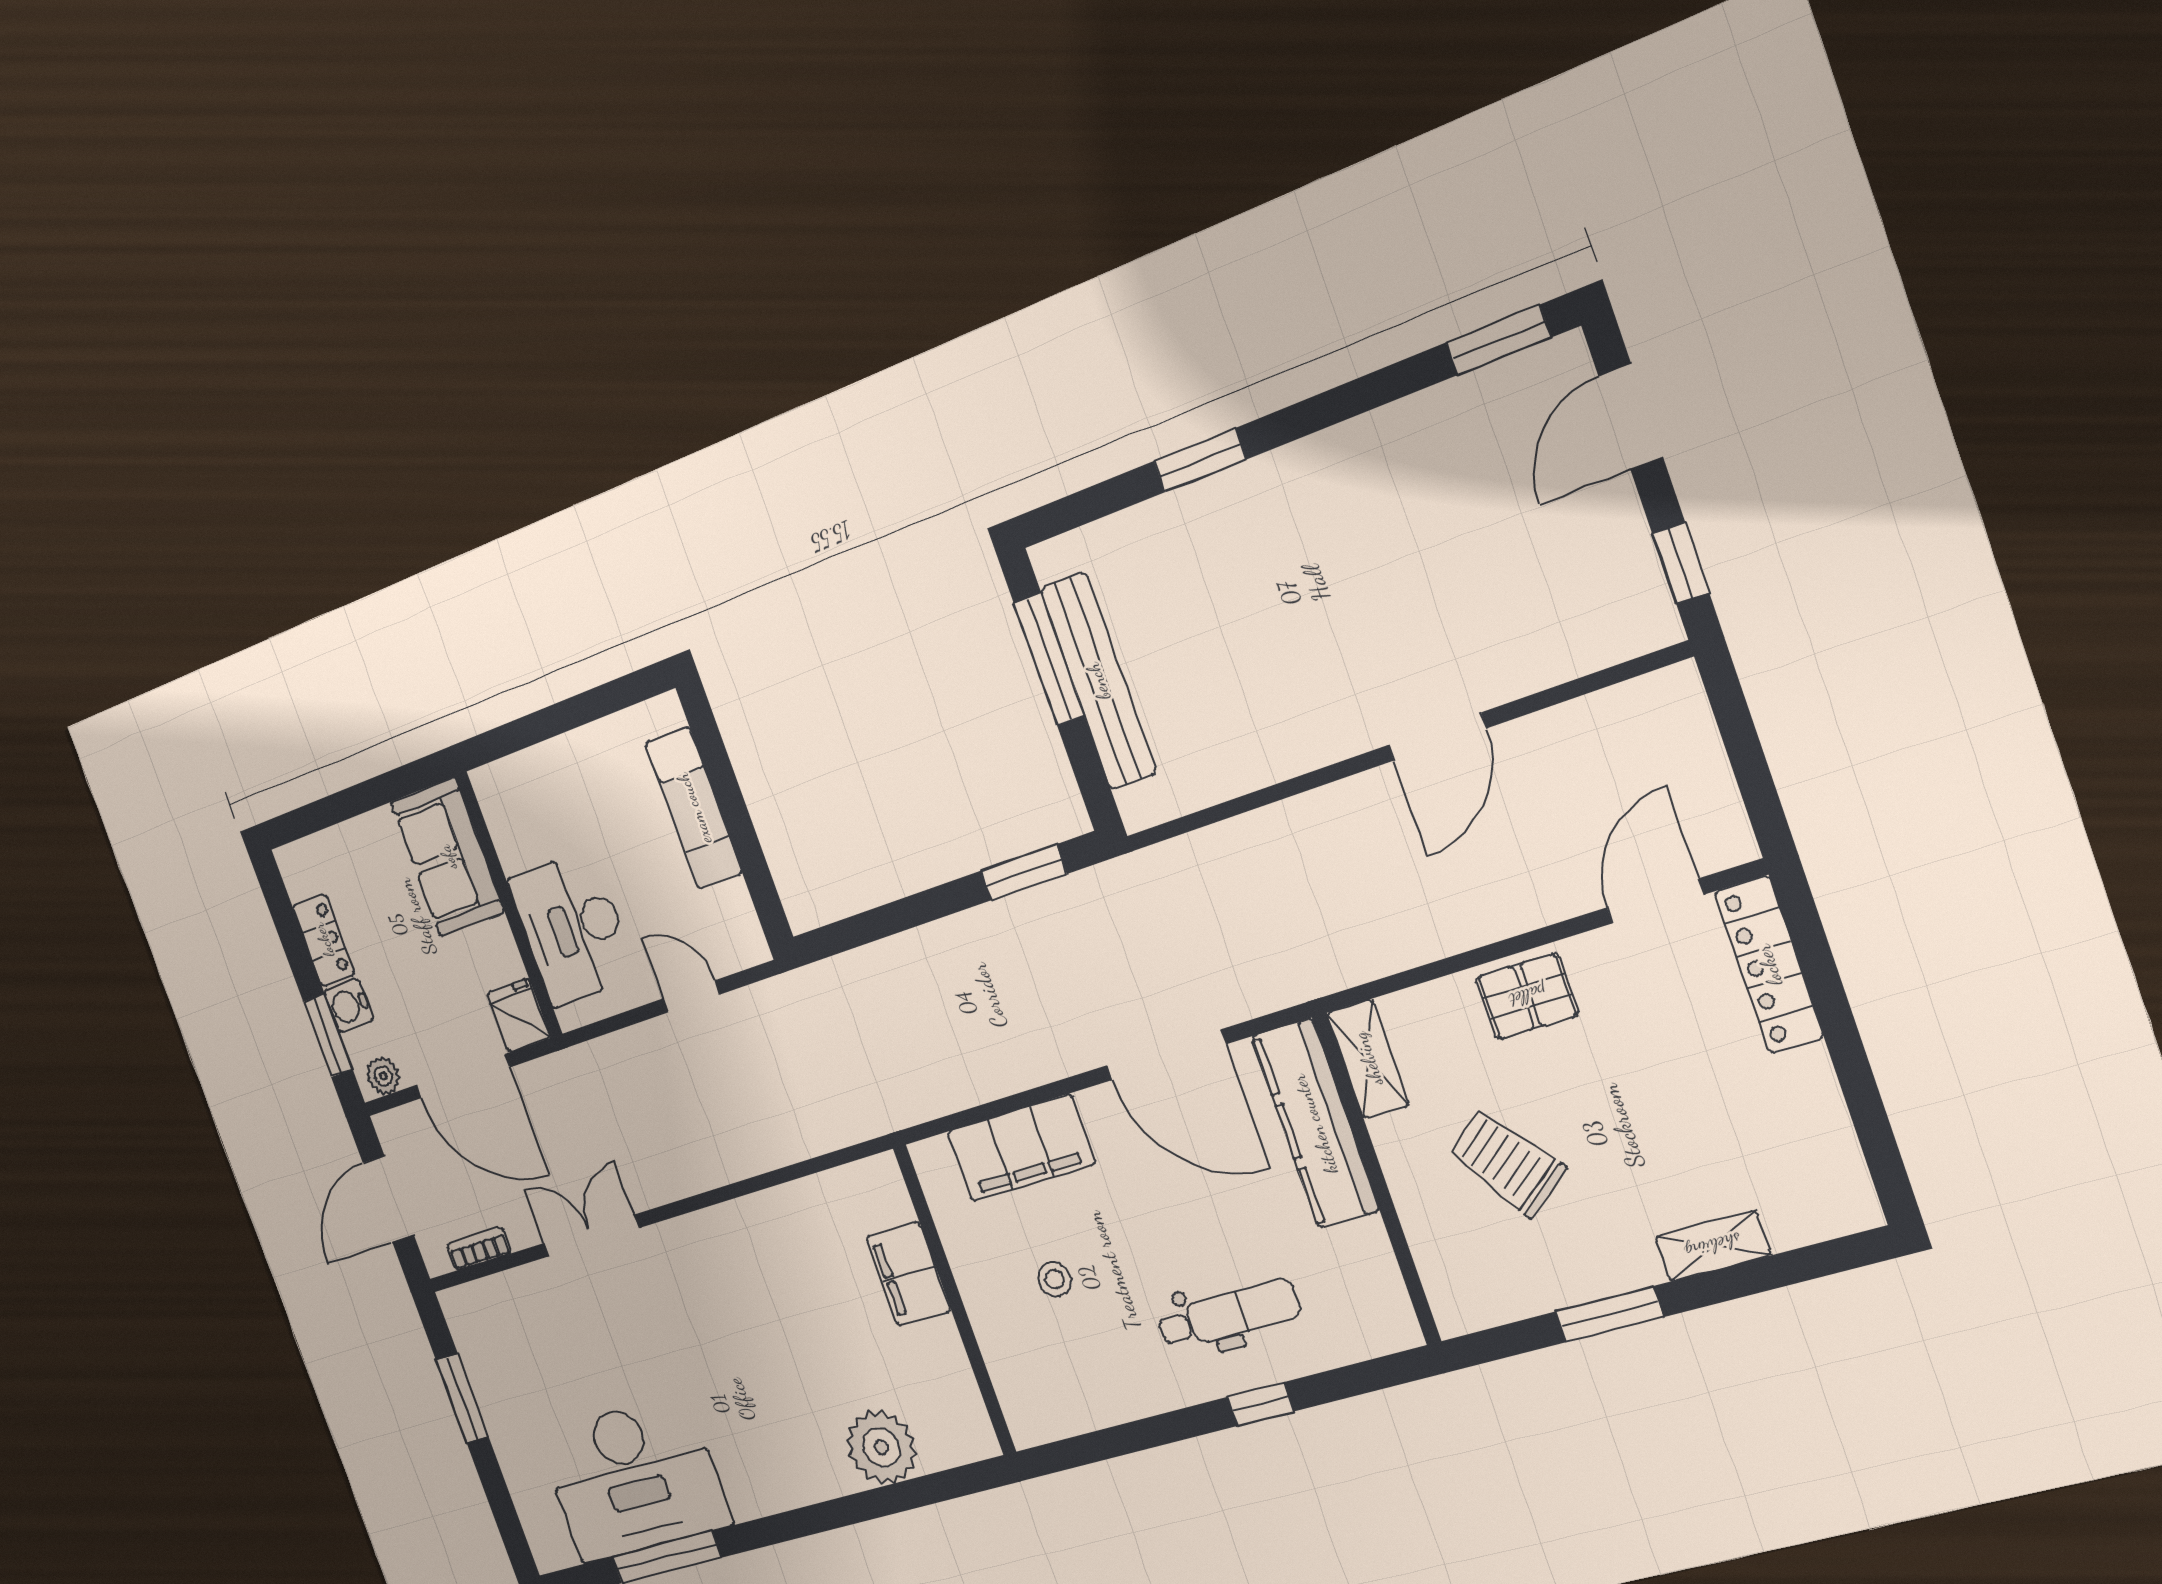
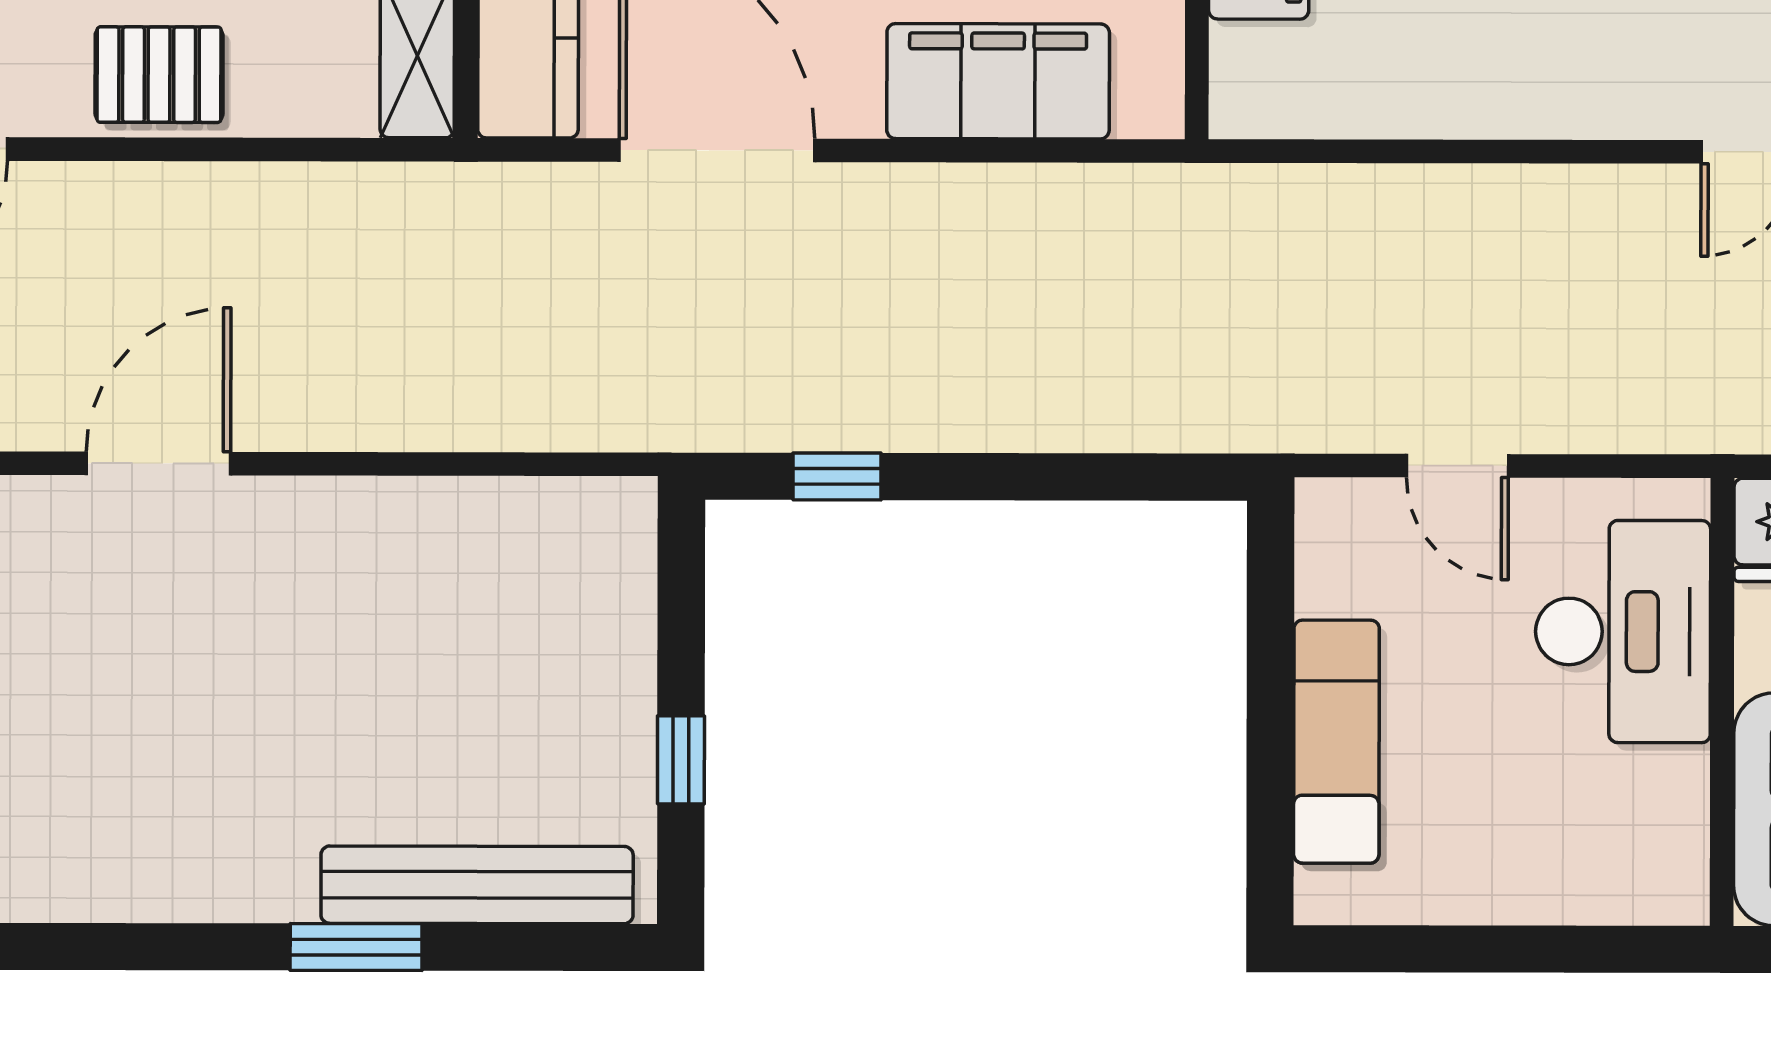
window: (1049, 659) -> (681, 760), width x0.46
bench: (1098, 681) -> (477, 885), moved, turned 90
window: (1024, 872) -> (837, 476), width x0.67

